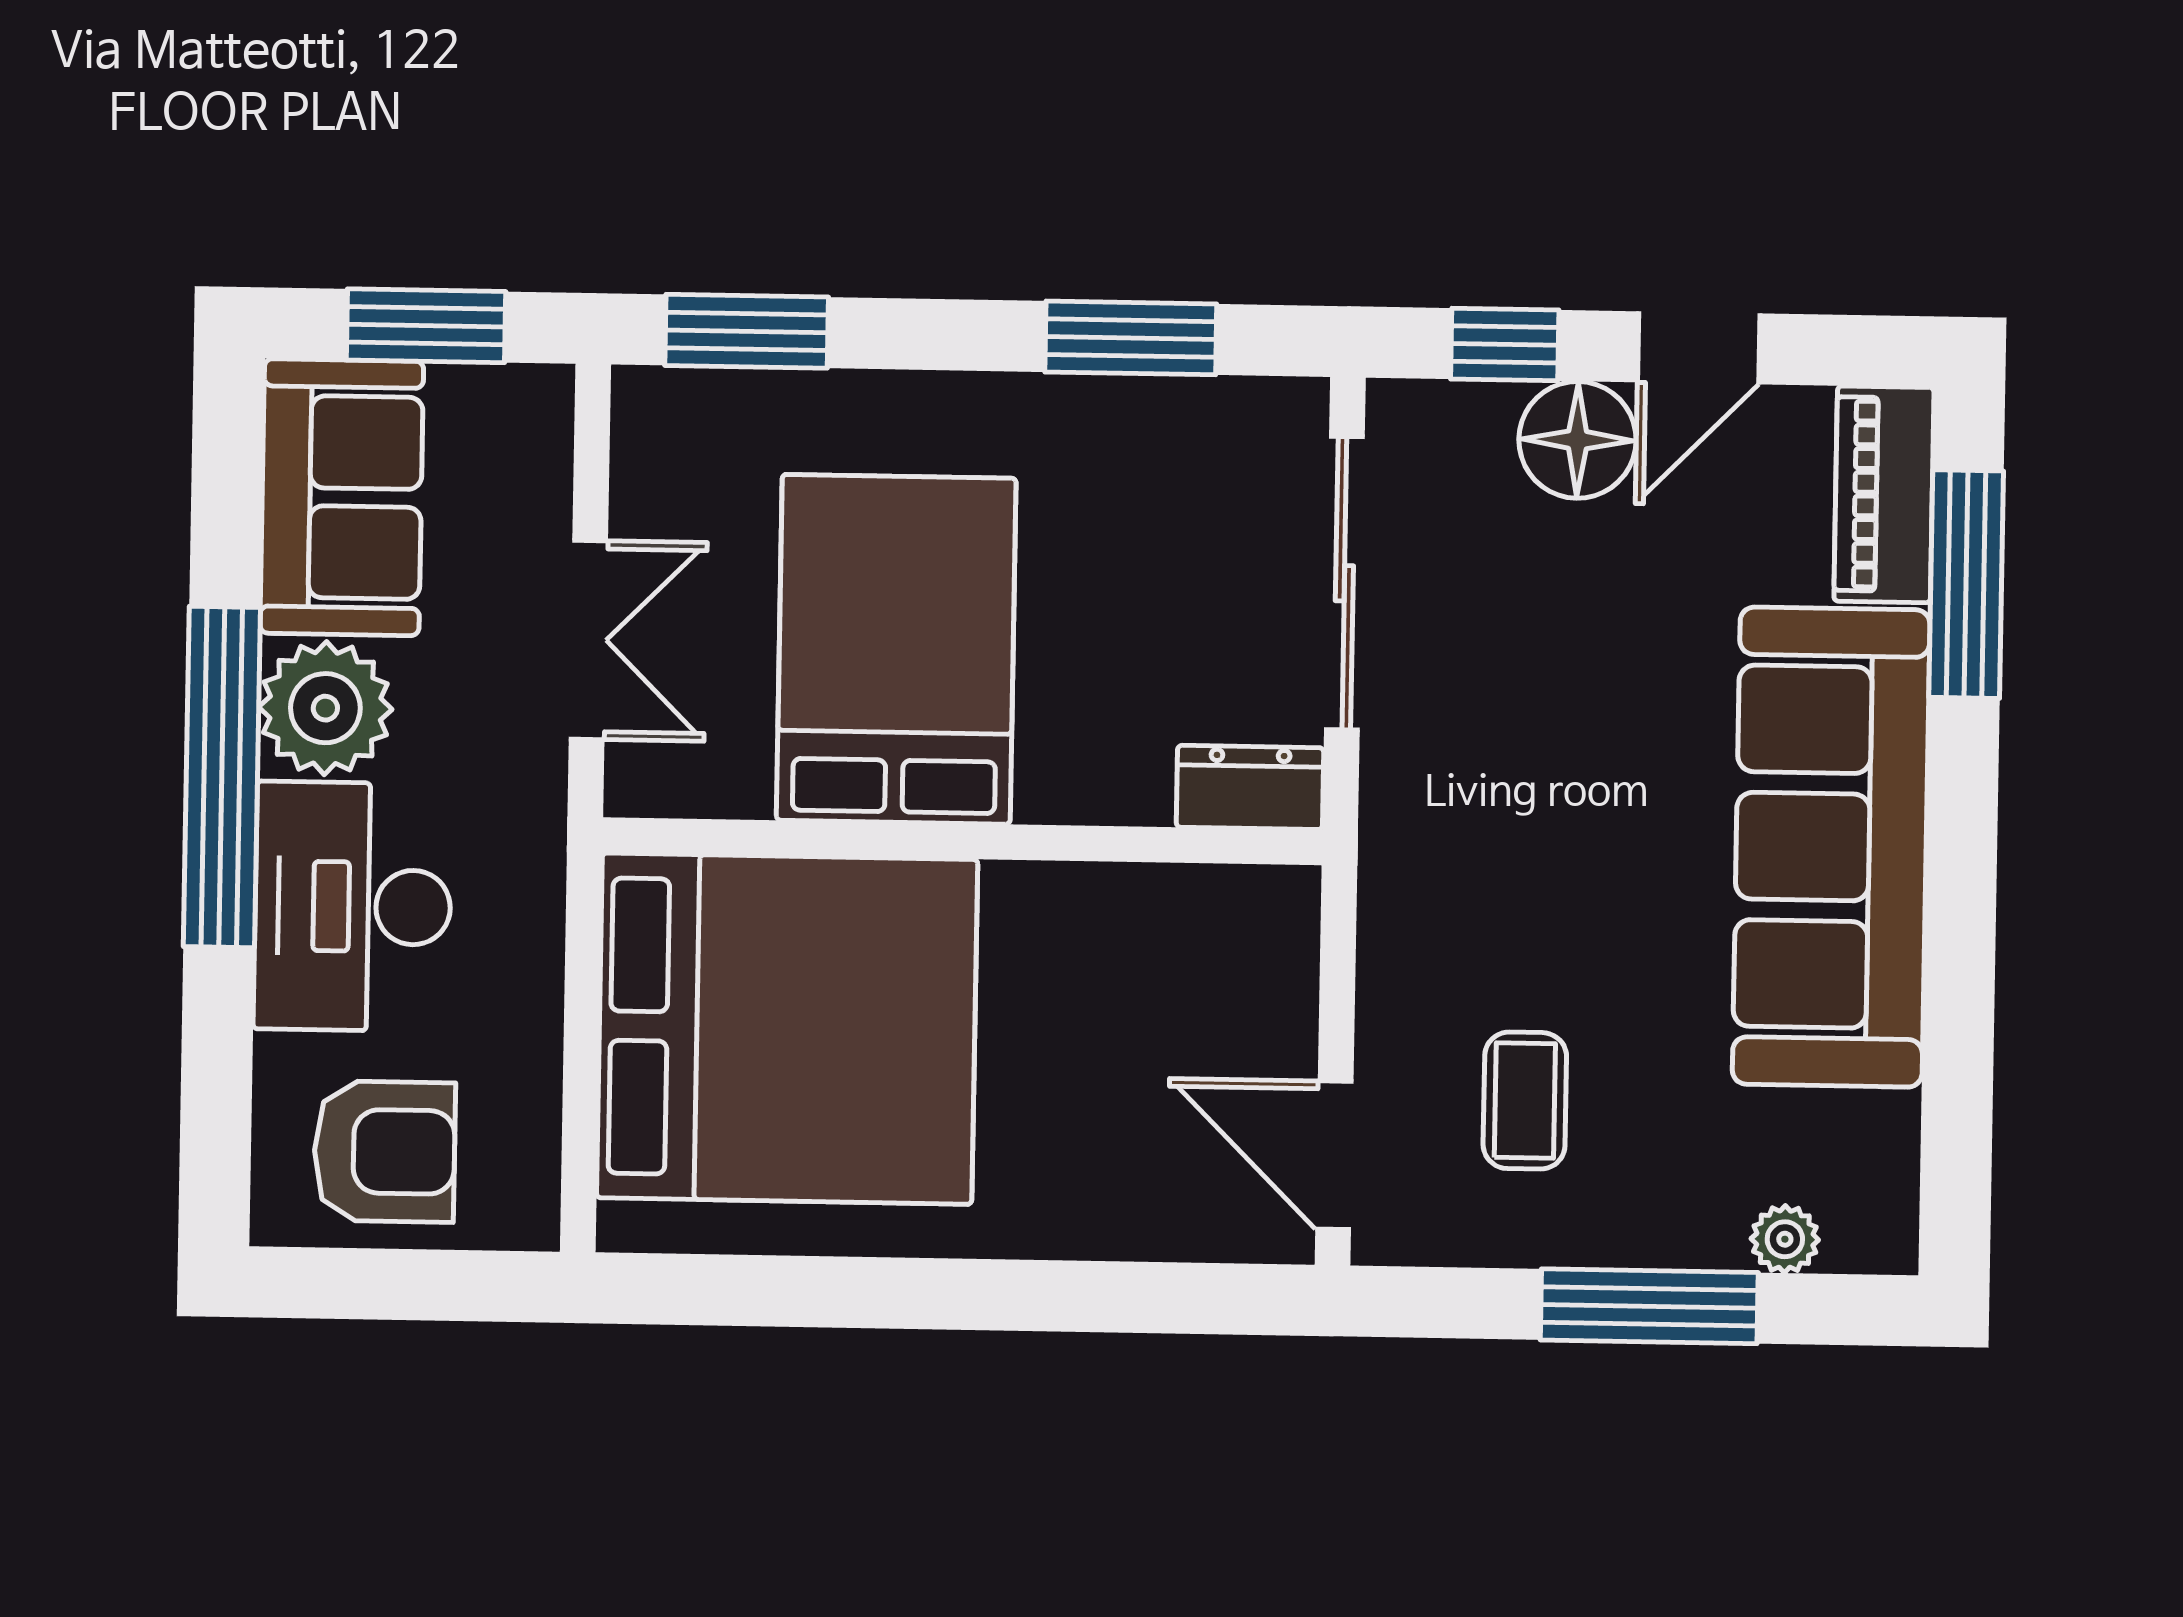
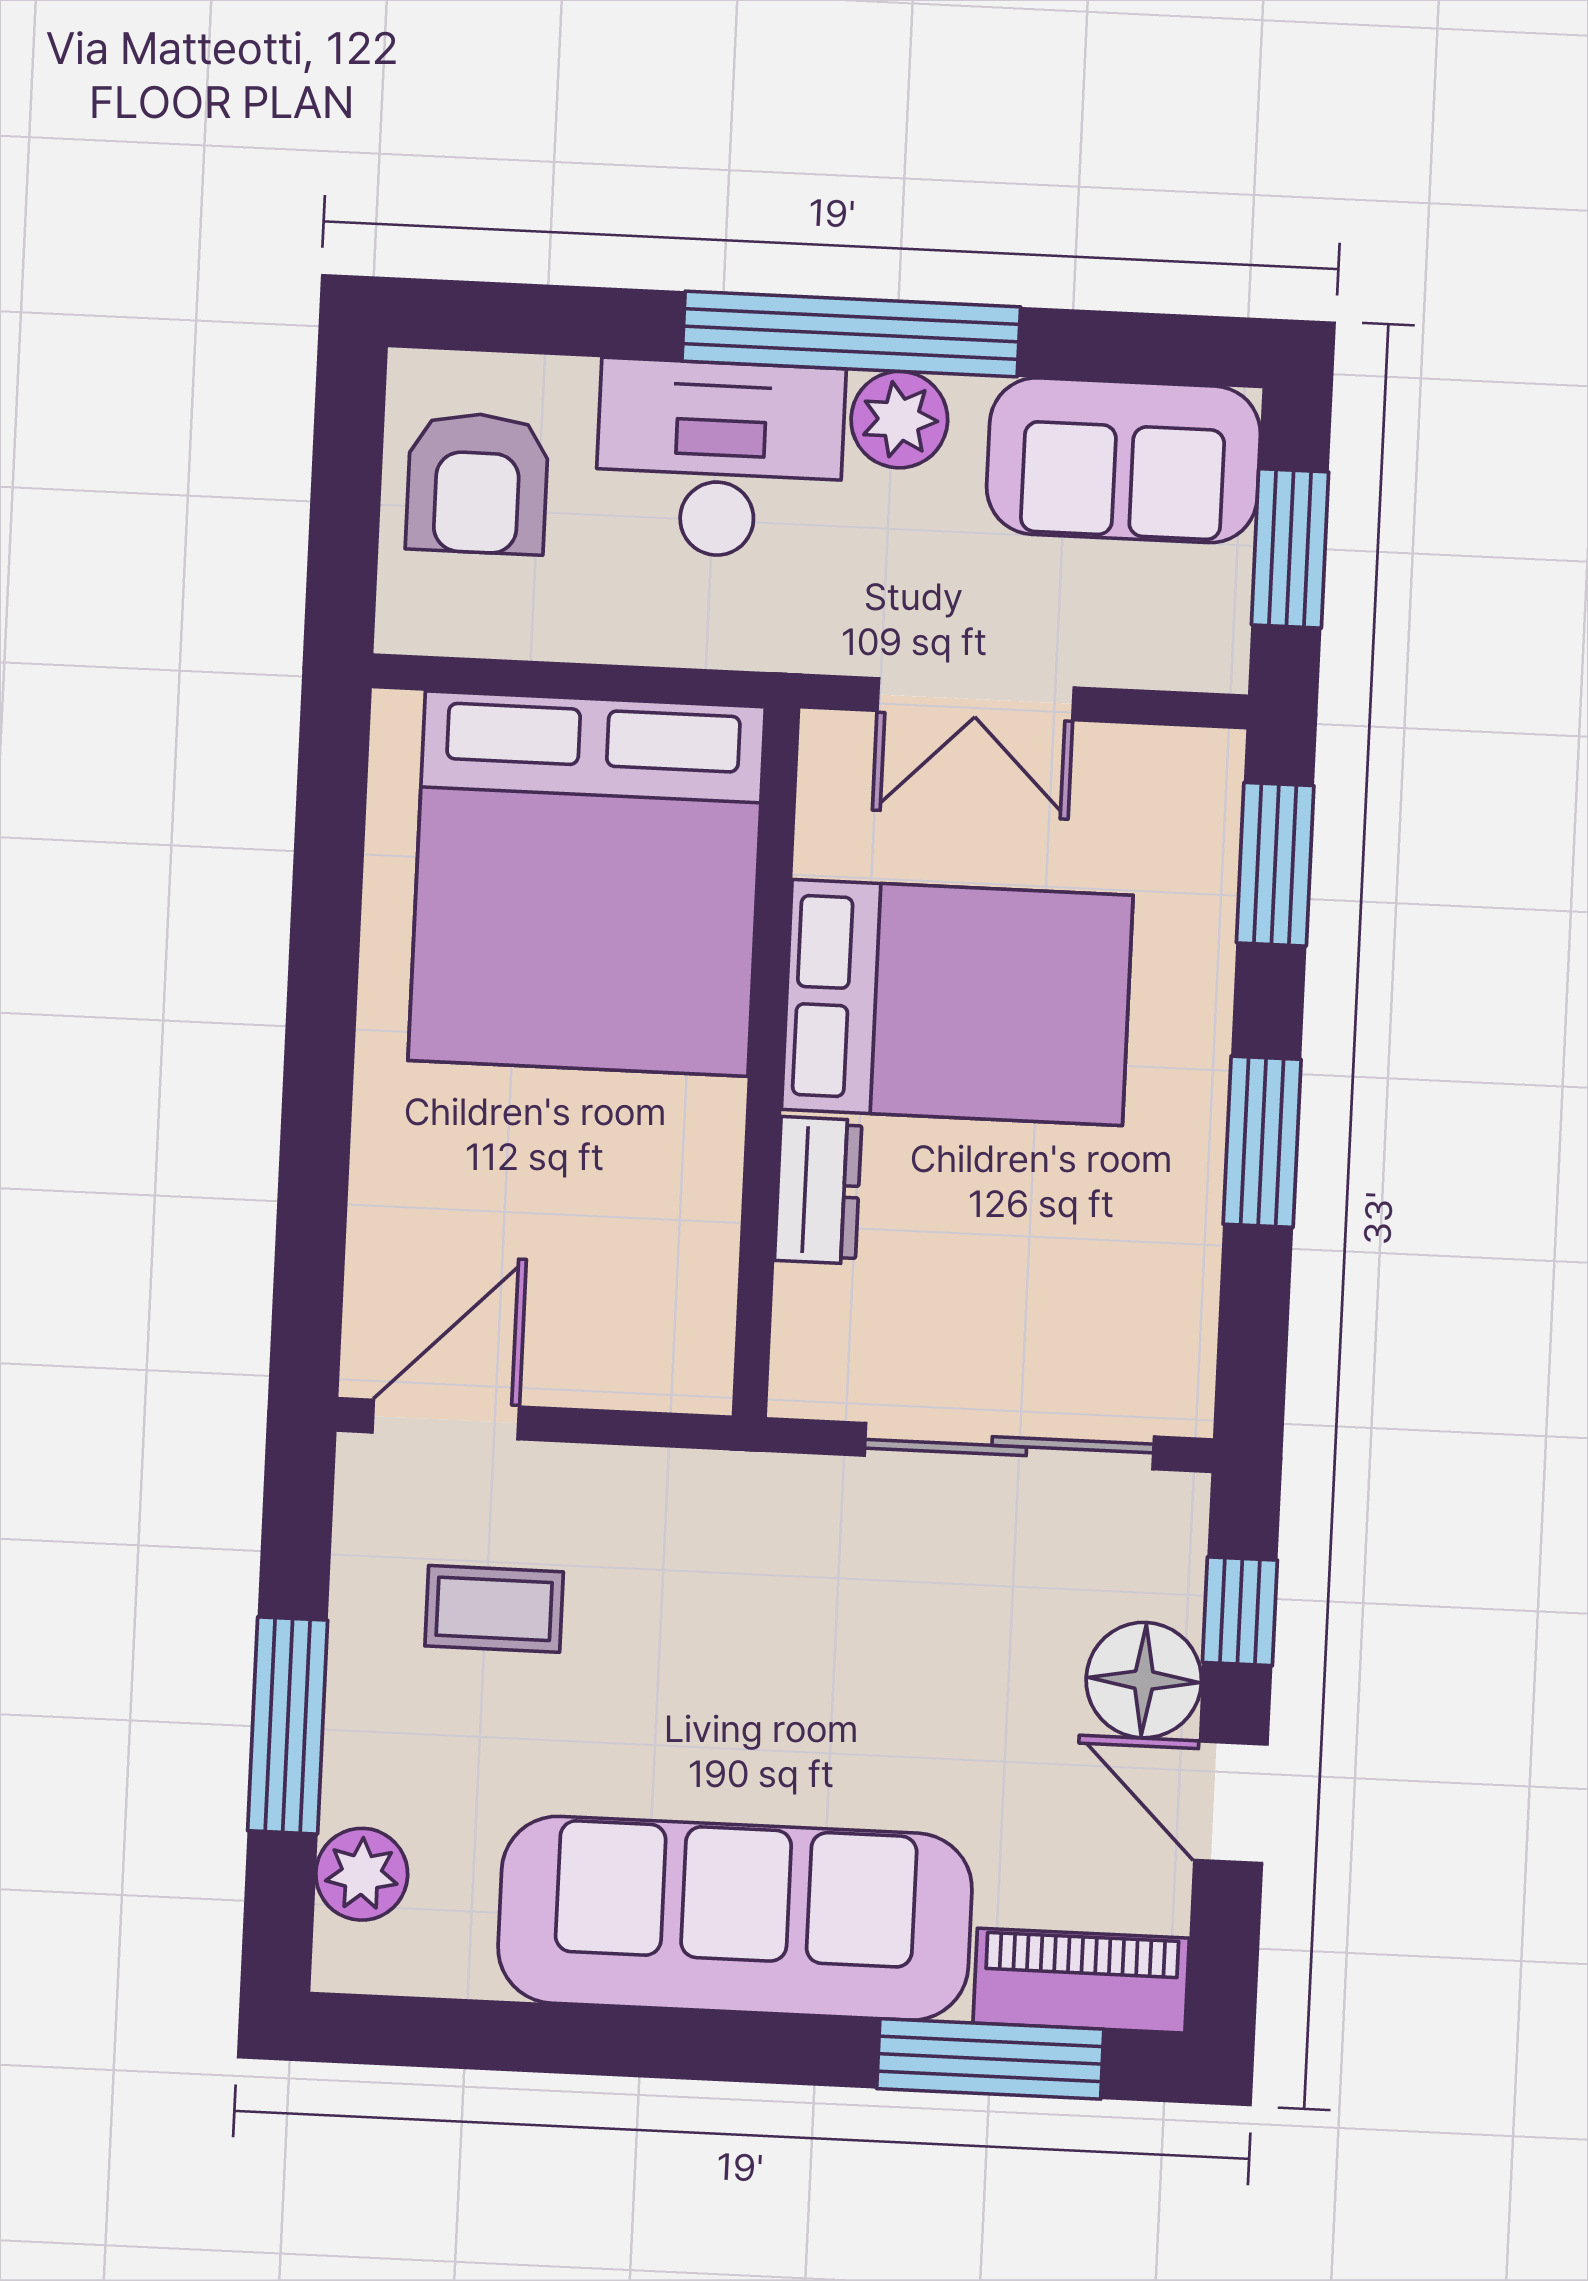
window: (1131, 338) -> (1262, 1142), moved
plant: (325, 708) -> (899, 420), width x0.73, depth x0.73
dresser: (1250, 787) -> (818, 1190), moved
plant: (1785, 1239) -> (362, 1874), width x1.38, depth x1.38

